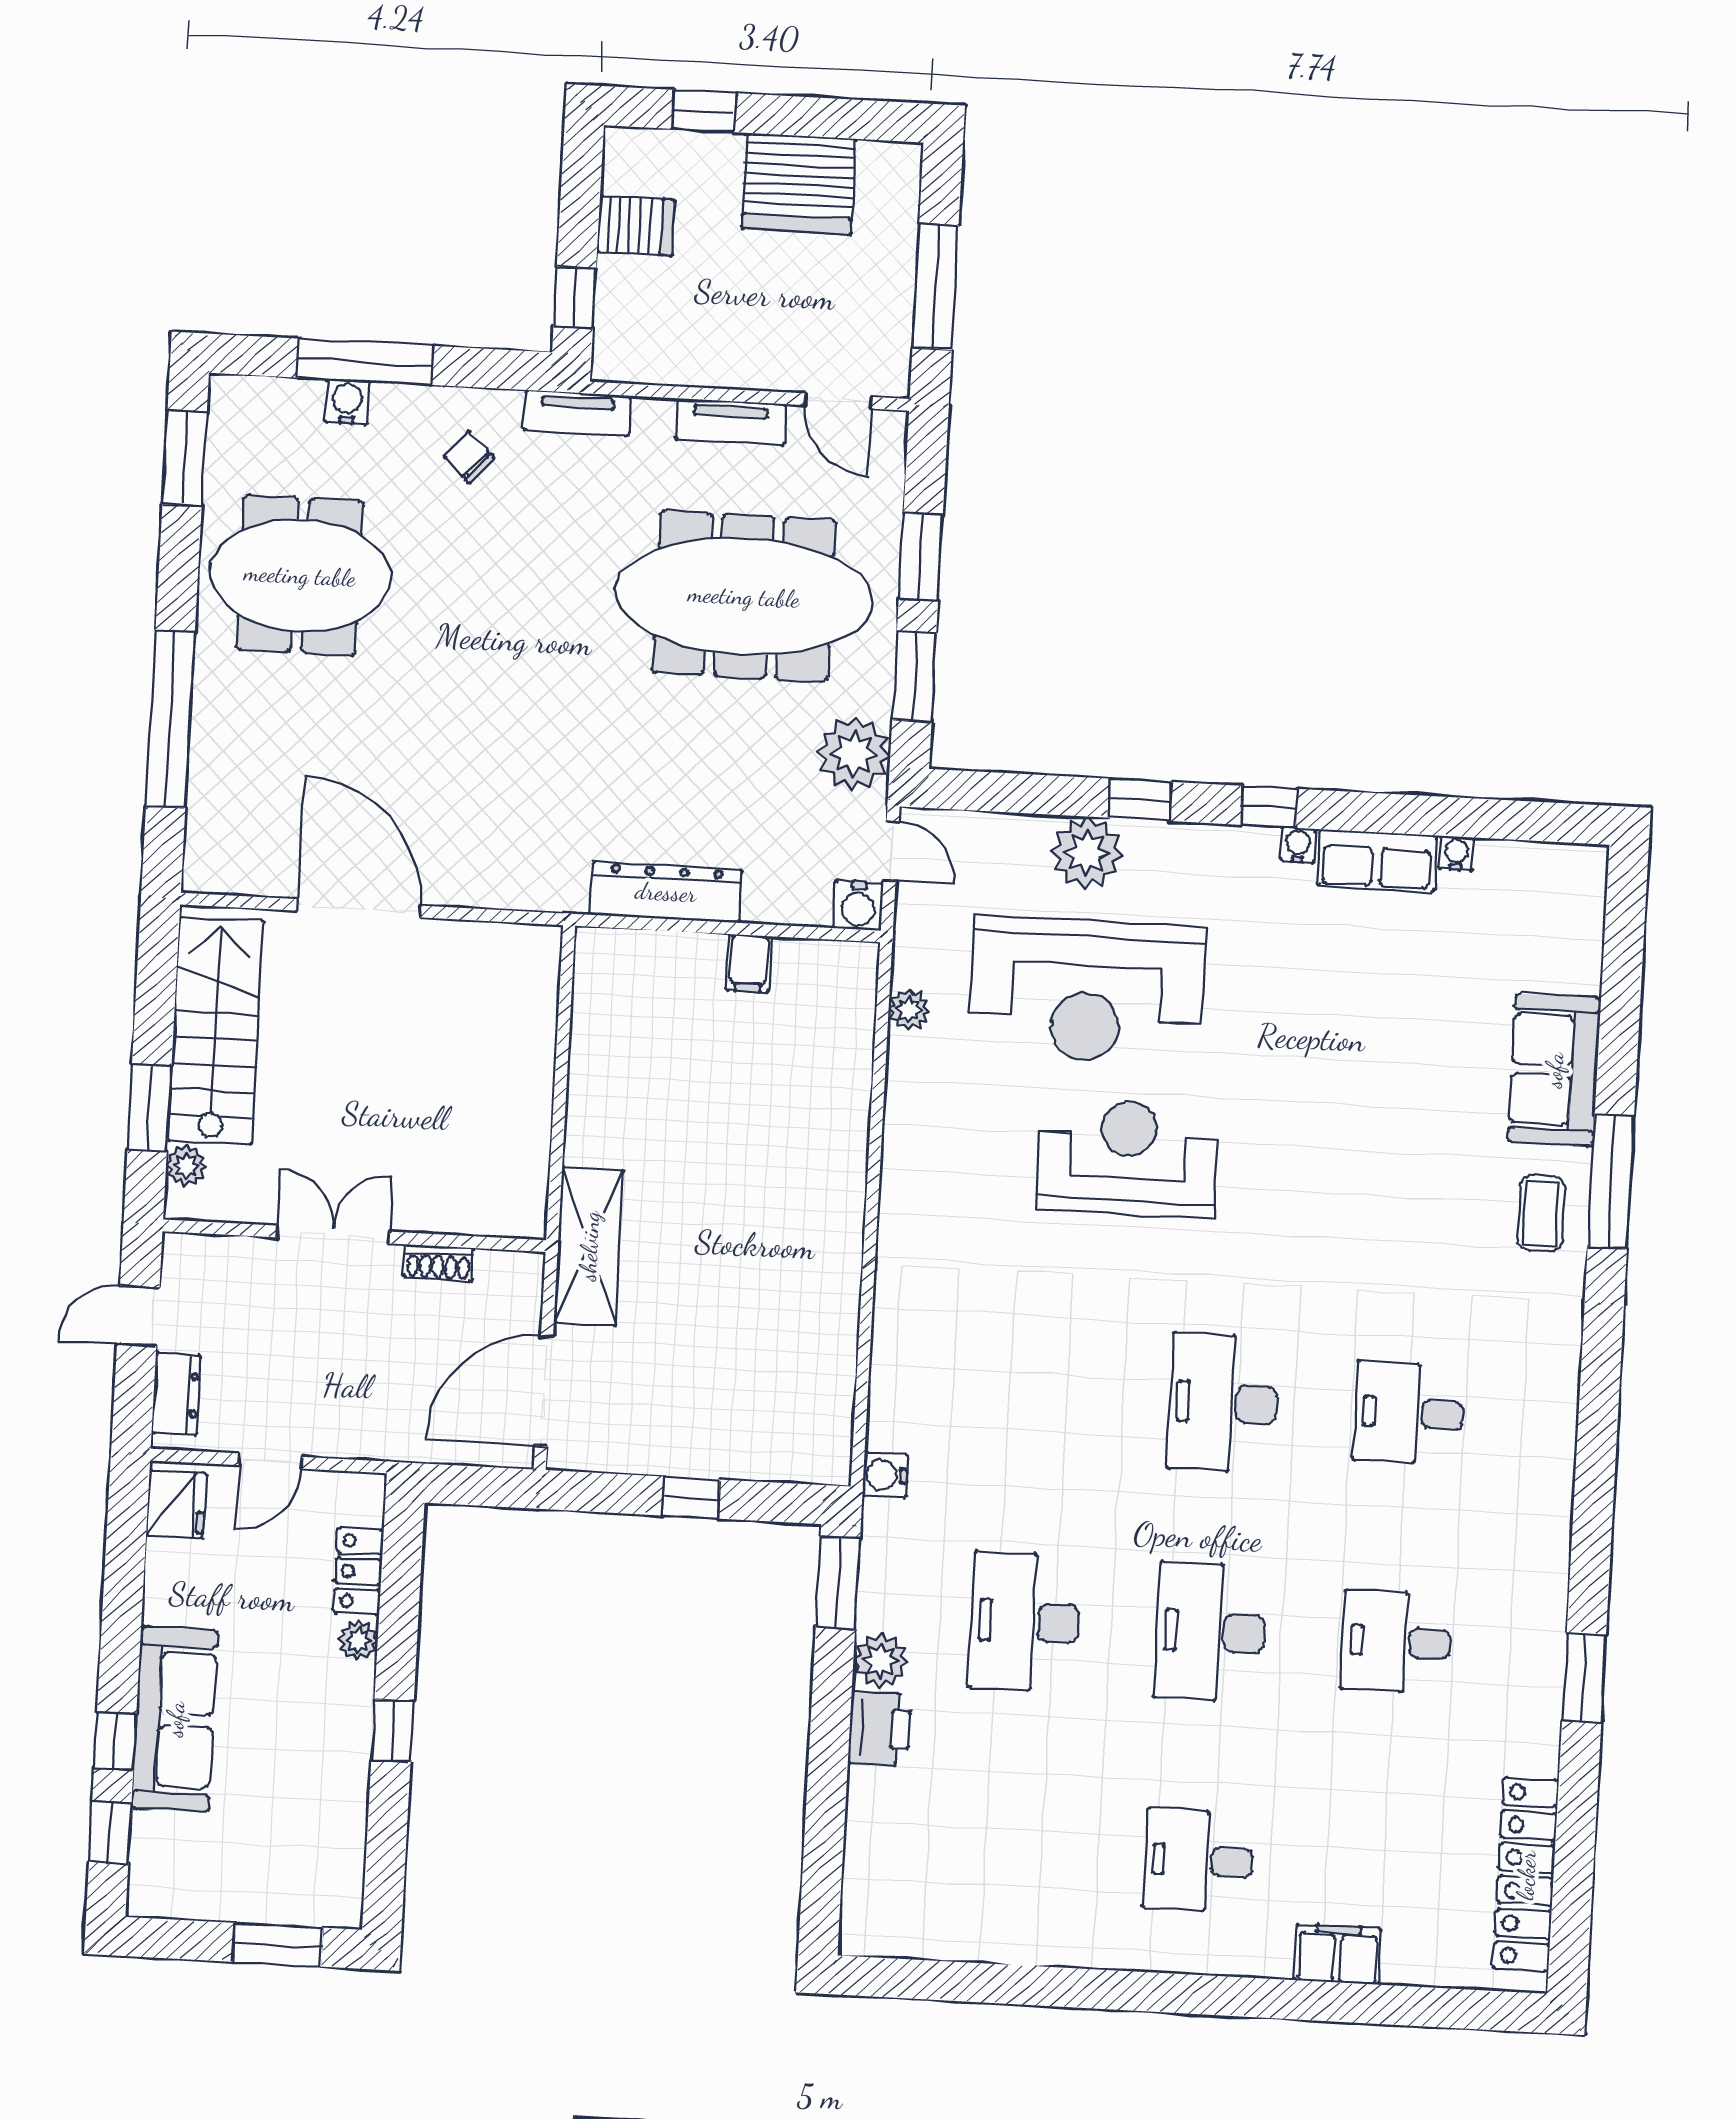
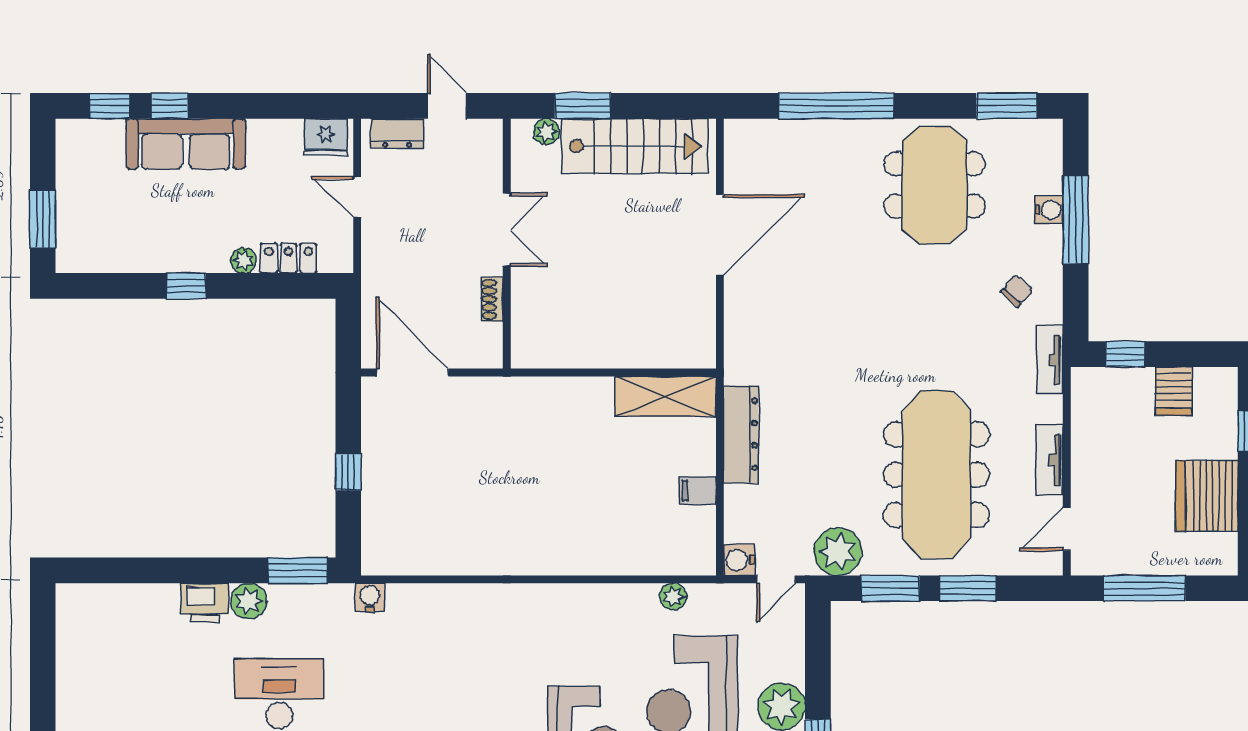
shelving: (589, 1246) -> (665, 397), moved

